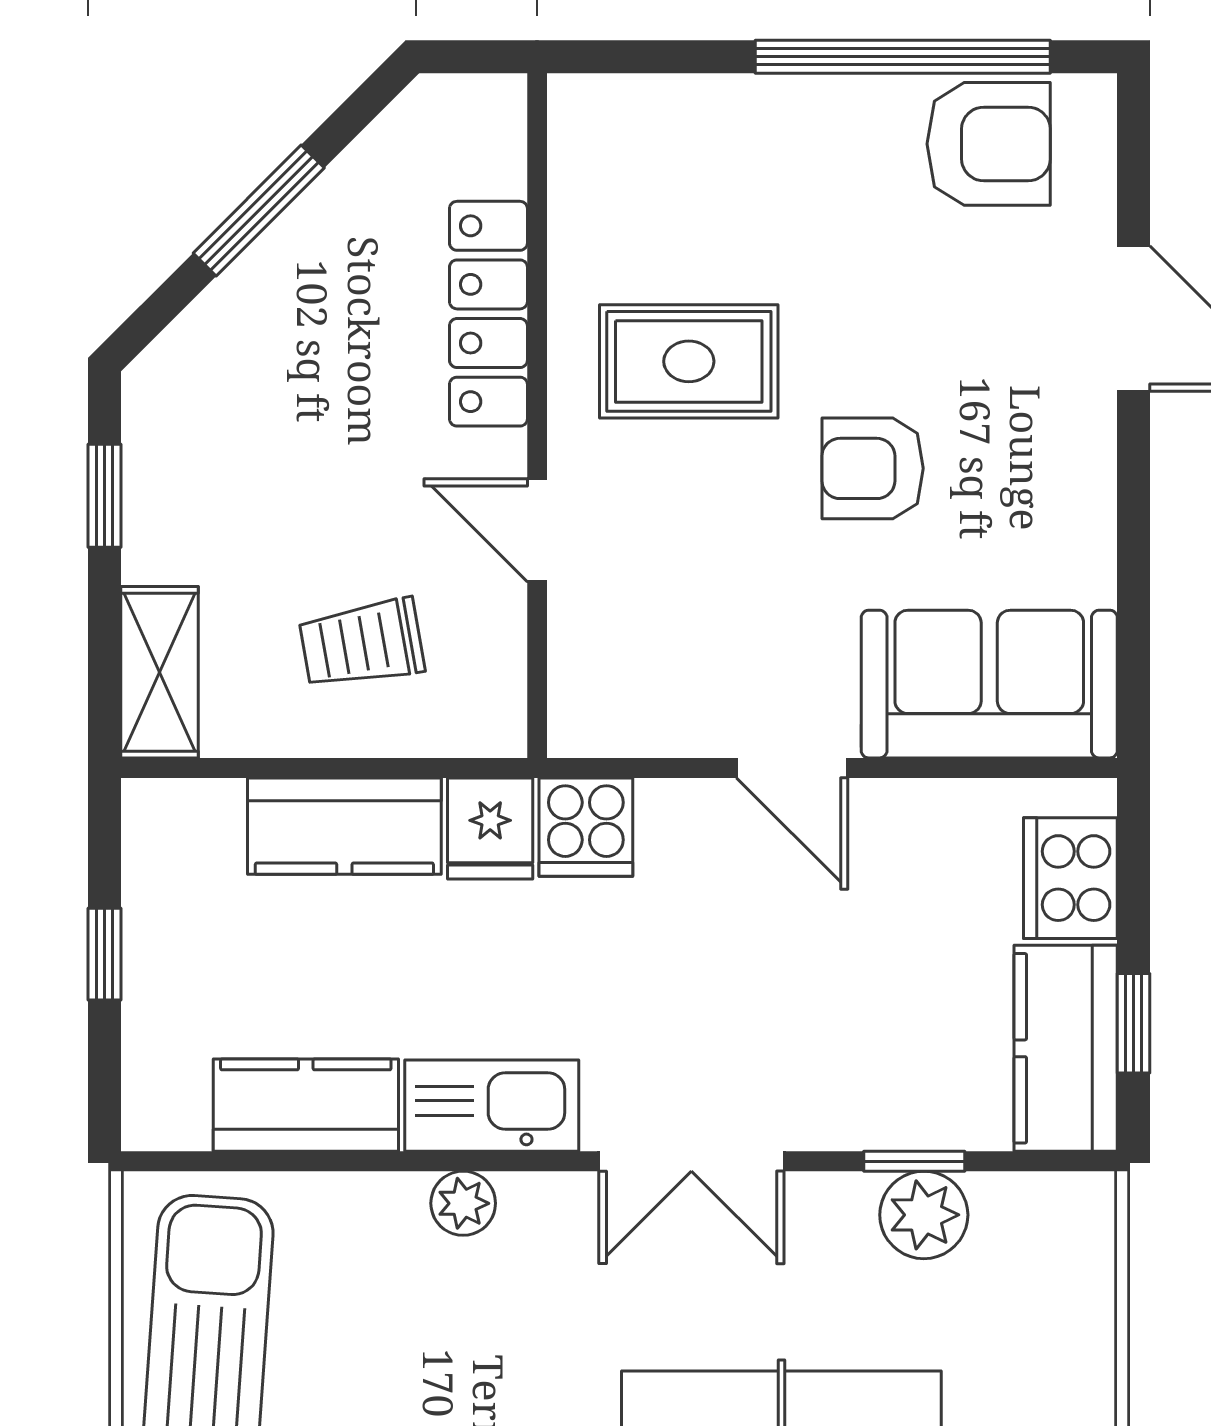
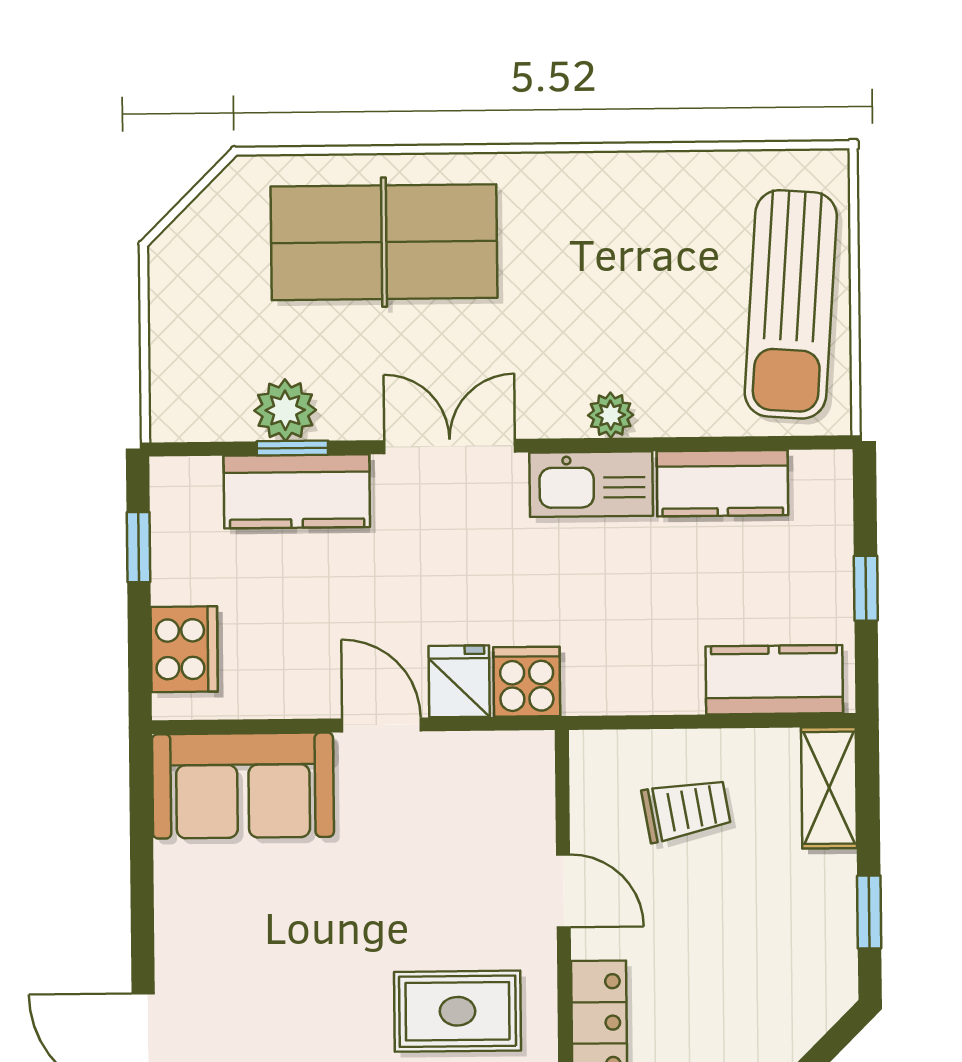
armchair: (873, 468) -> (327, 937), removed
kitchen counter: (344, 826) -> (774, 680), moved
fridge: (490, 828) -> (459, 681), moved
kitchen counter: (1066, 1048) -> (297, 491), moved, turned 90

